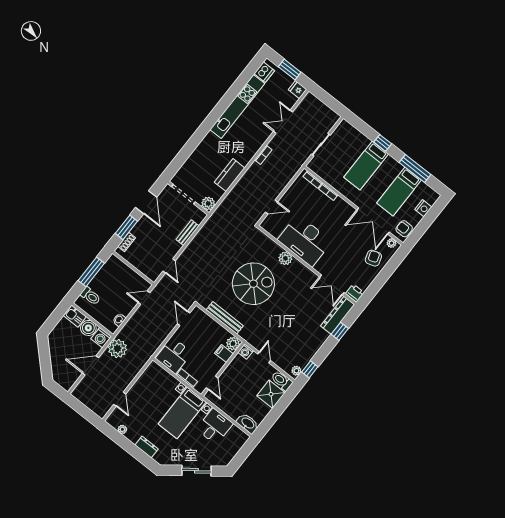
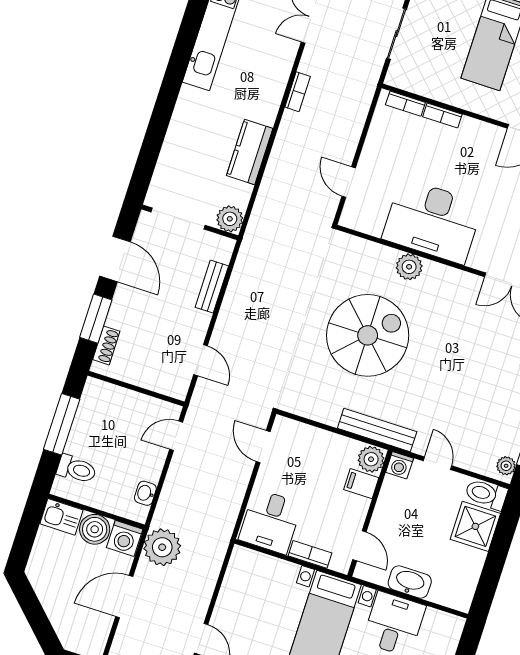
door: (272, 207) -> (349, 182), swing flipped
bench: (225, 318) -> (377, 430), moved
washbasin: (248, 423) -> (410, 582), moved

